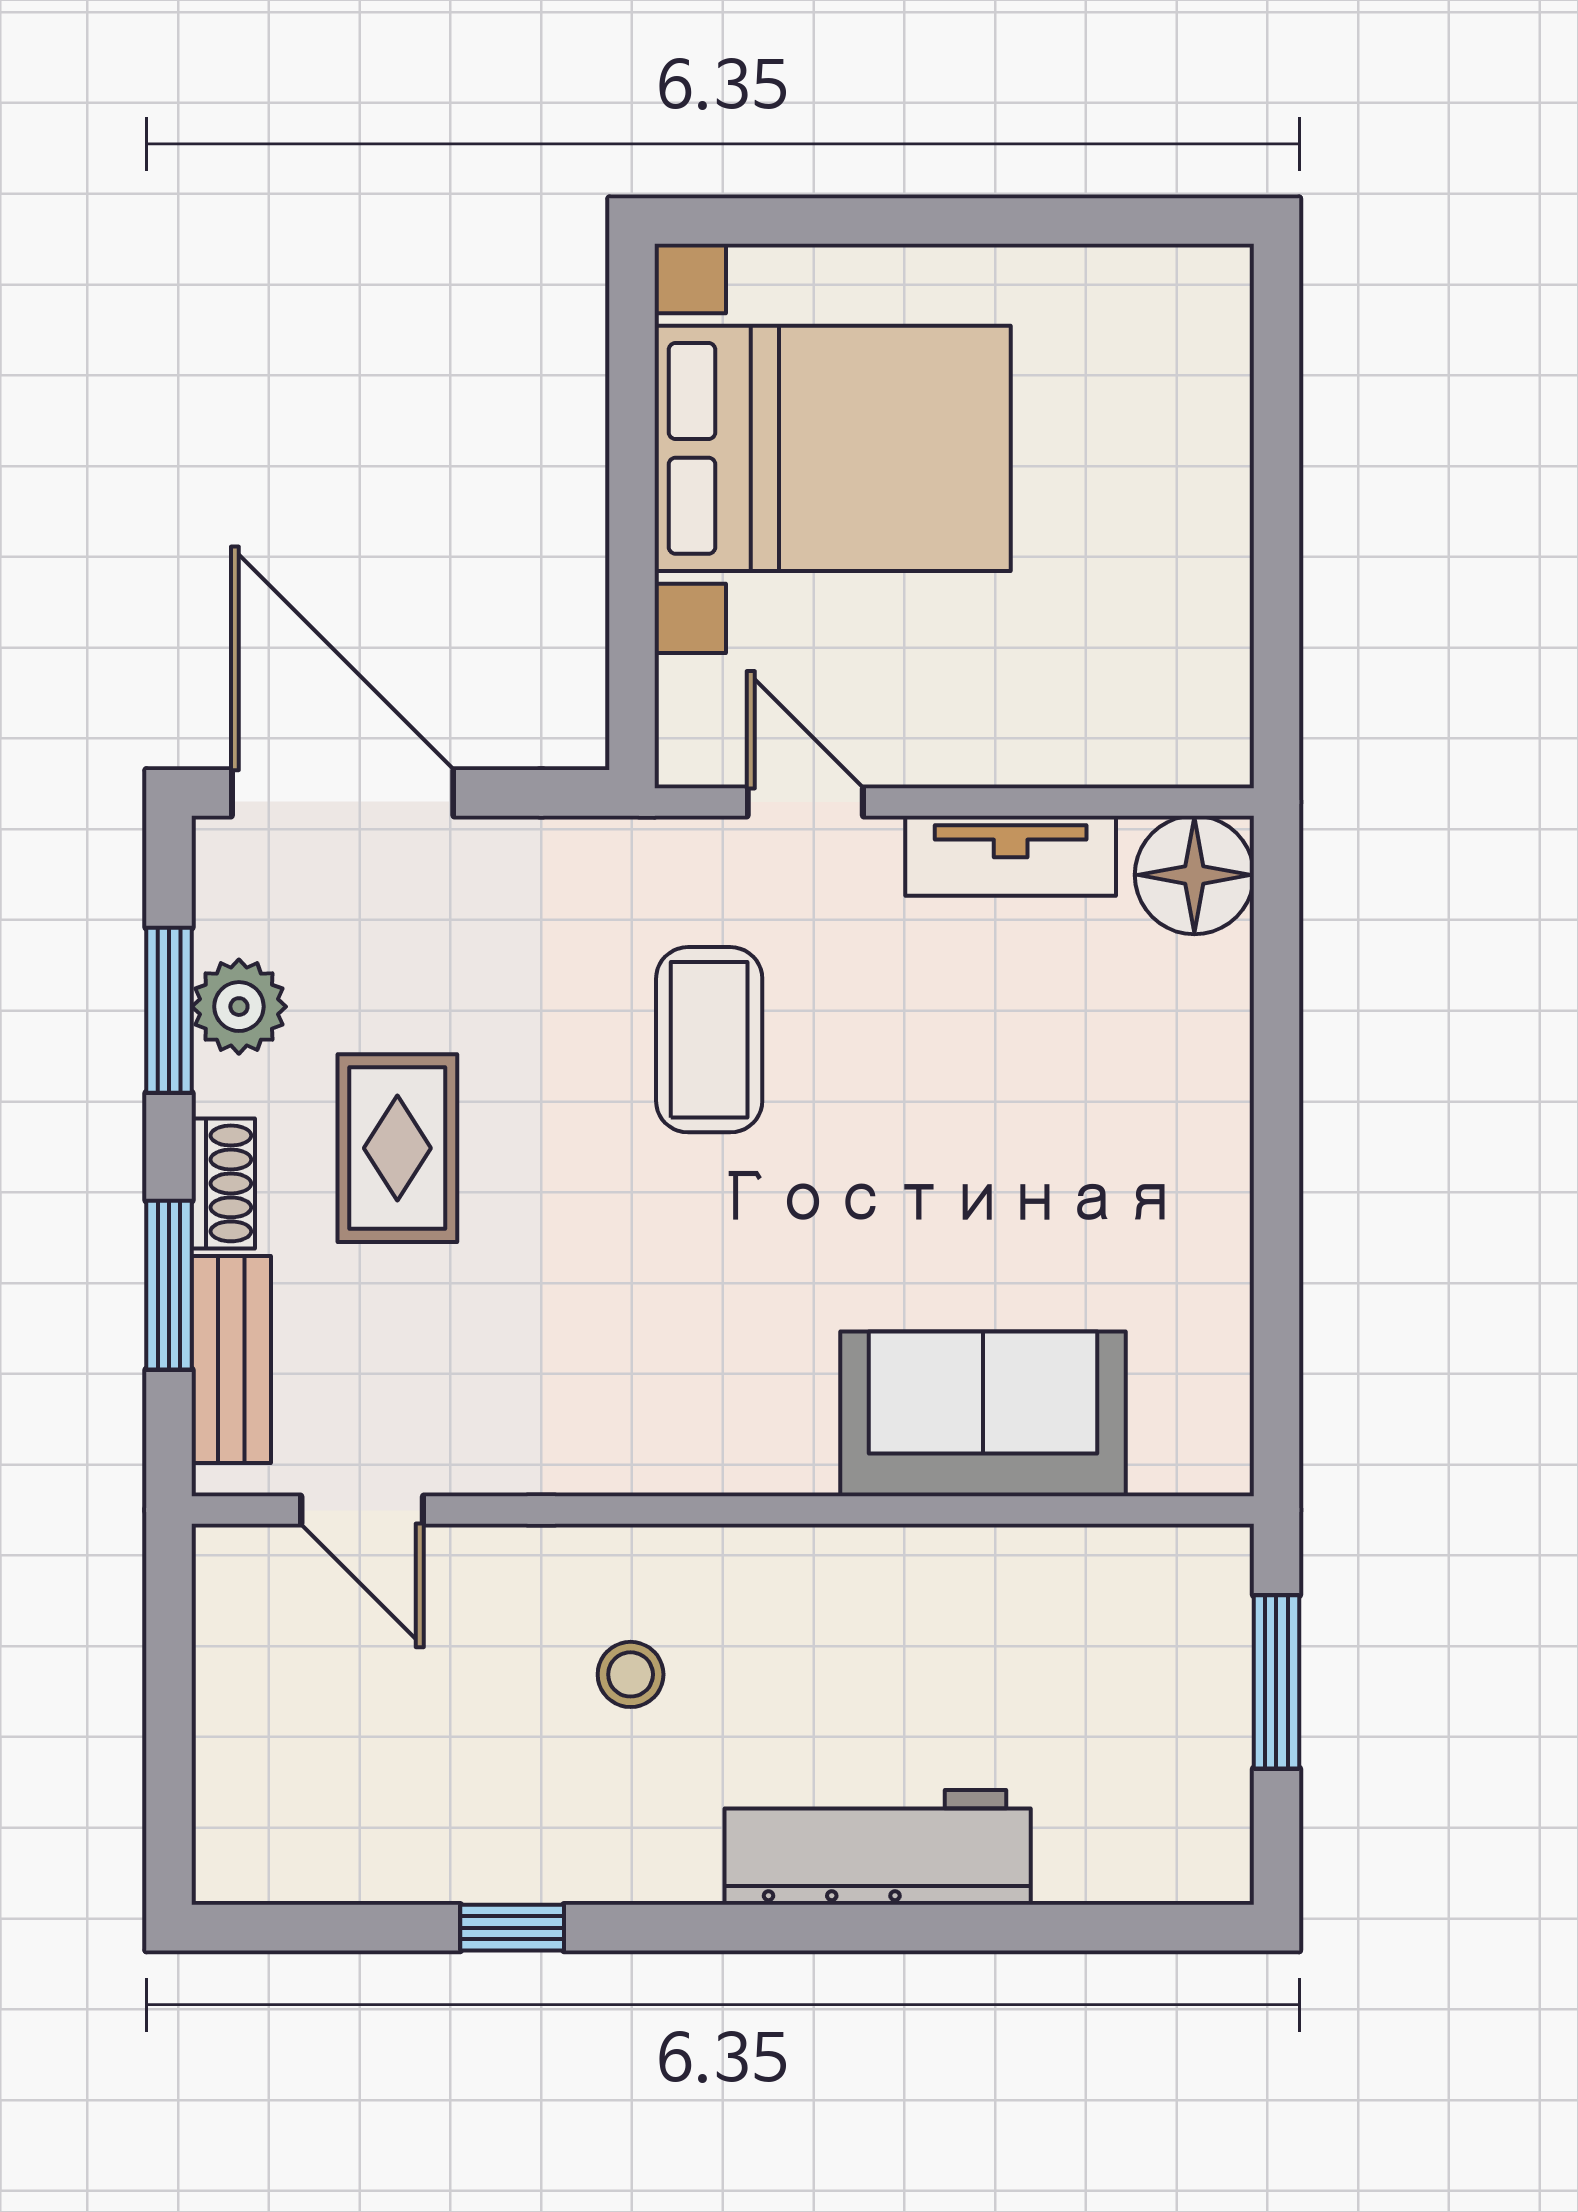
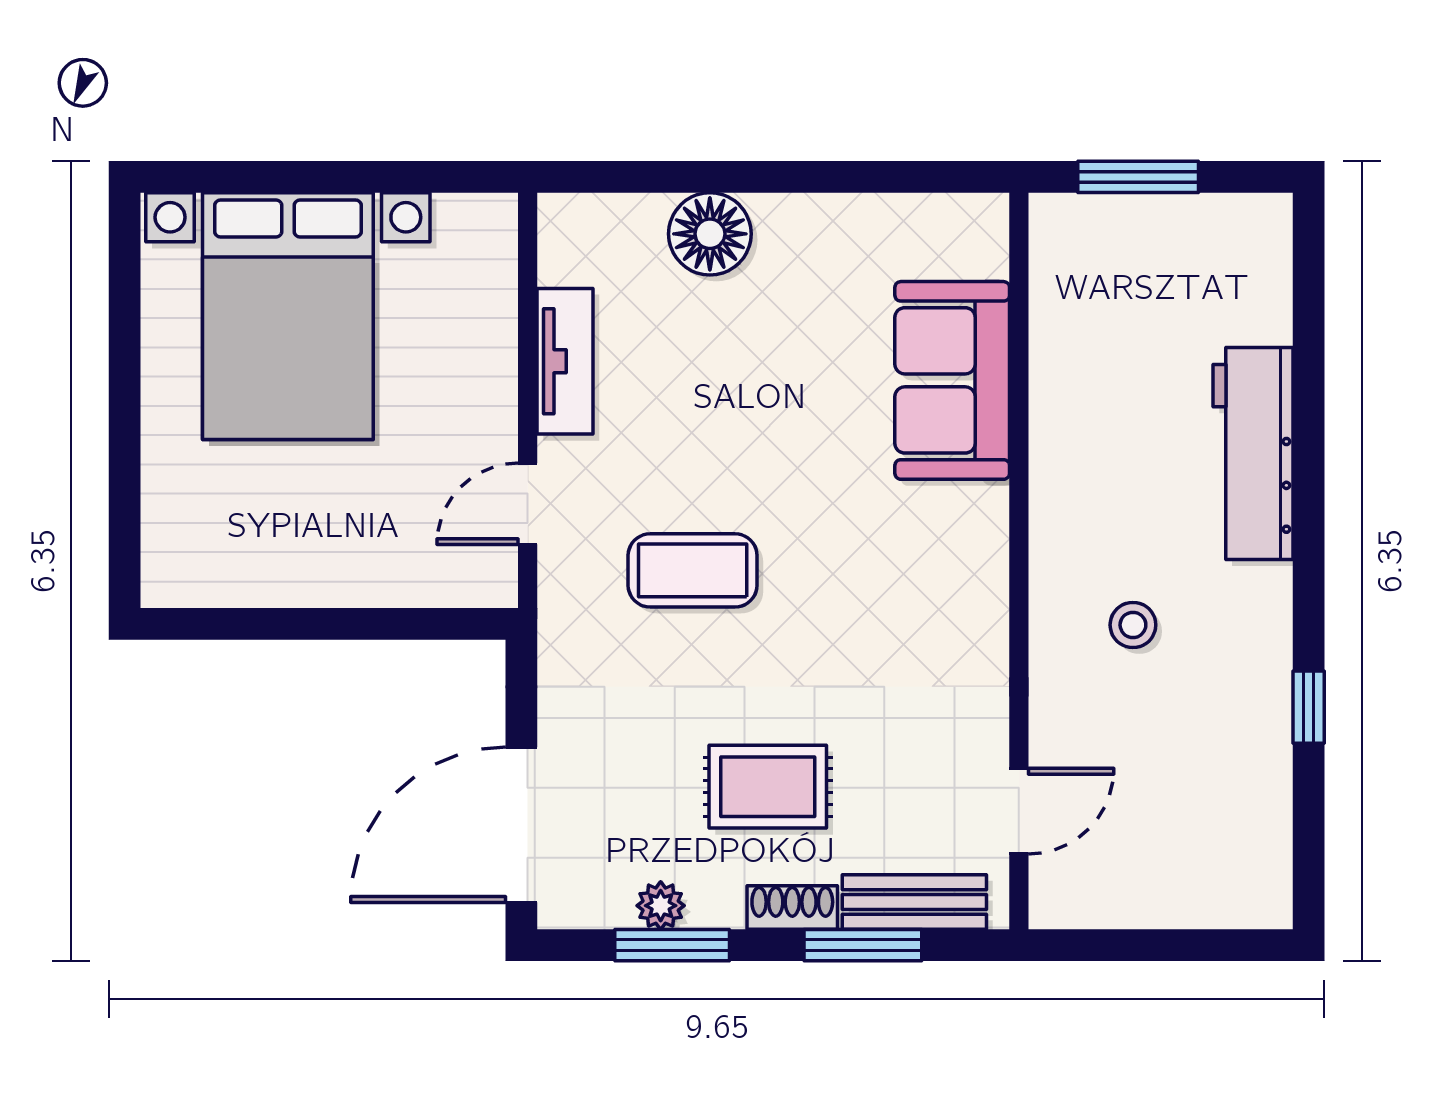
bed with nightstands: (833, 448) -> (288, 316), moved, turned 180
floor lamp: (1194, 875) -> (710, 234), moved
plant: (239, 1007) -> (661, 906), width x0.73, depth x0.73

